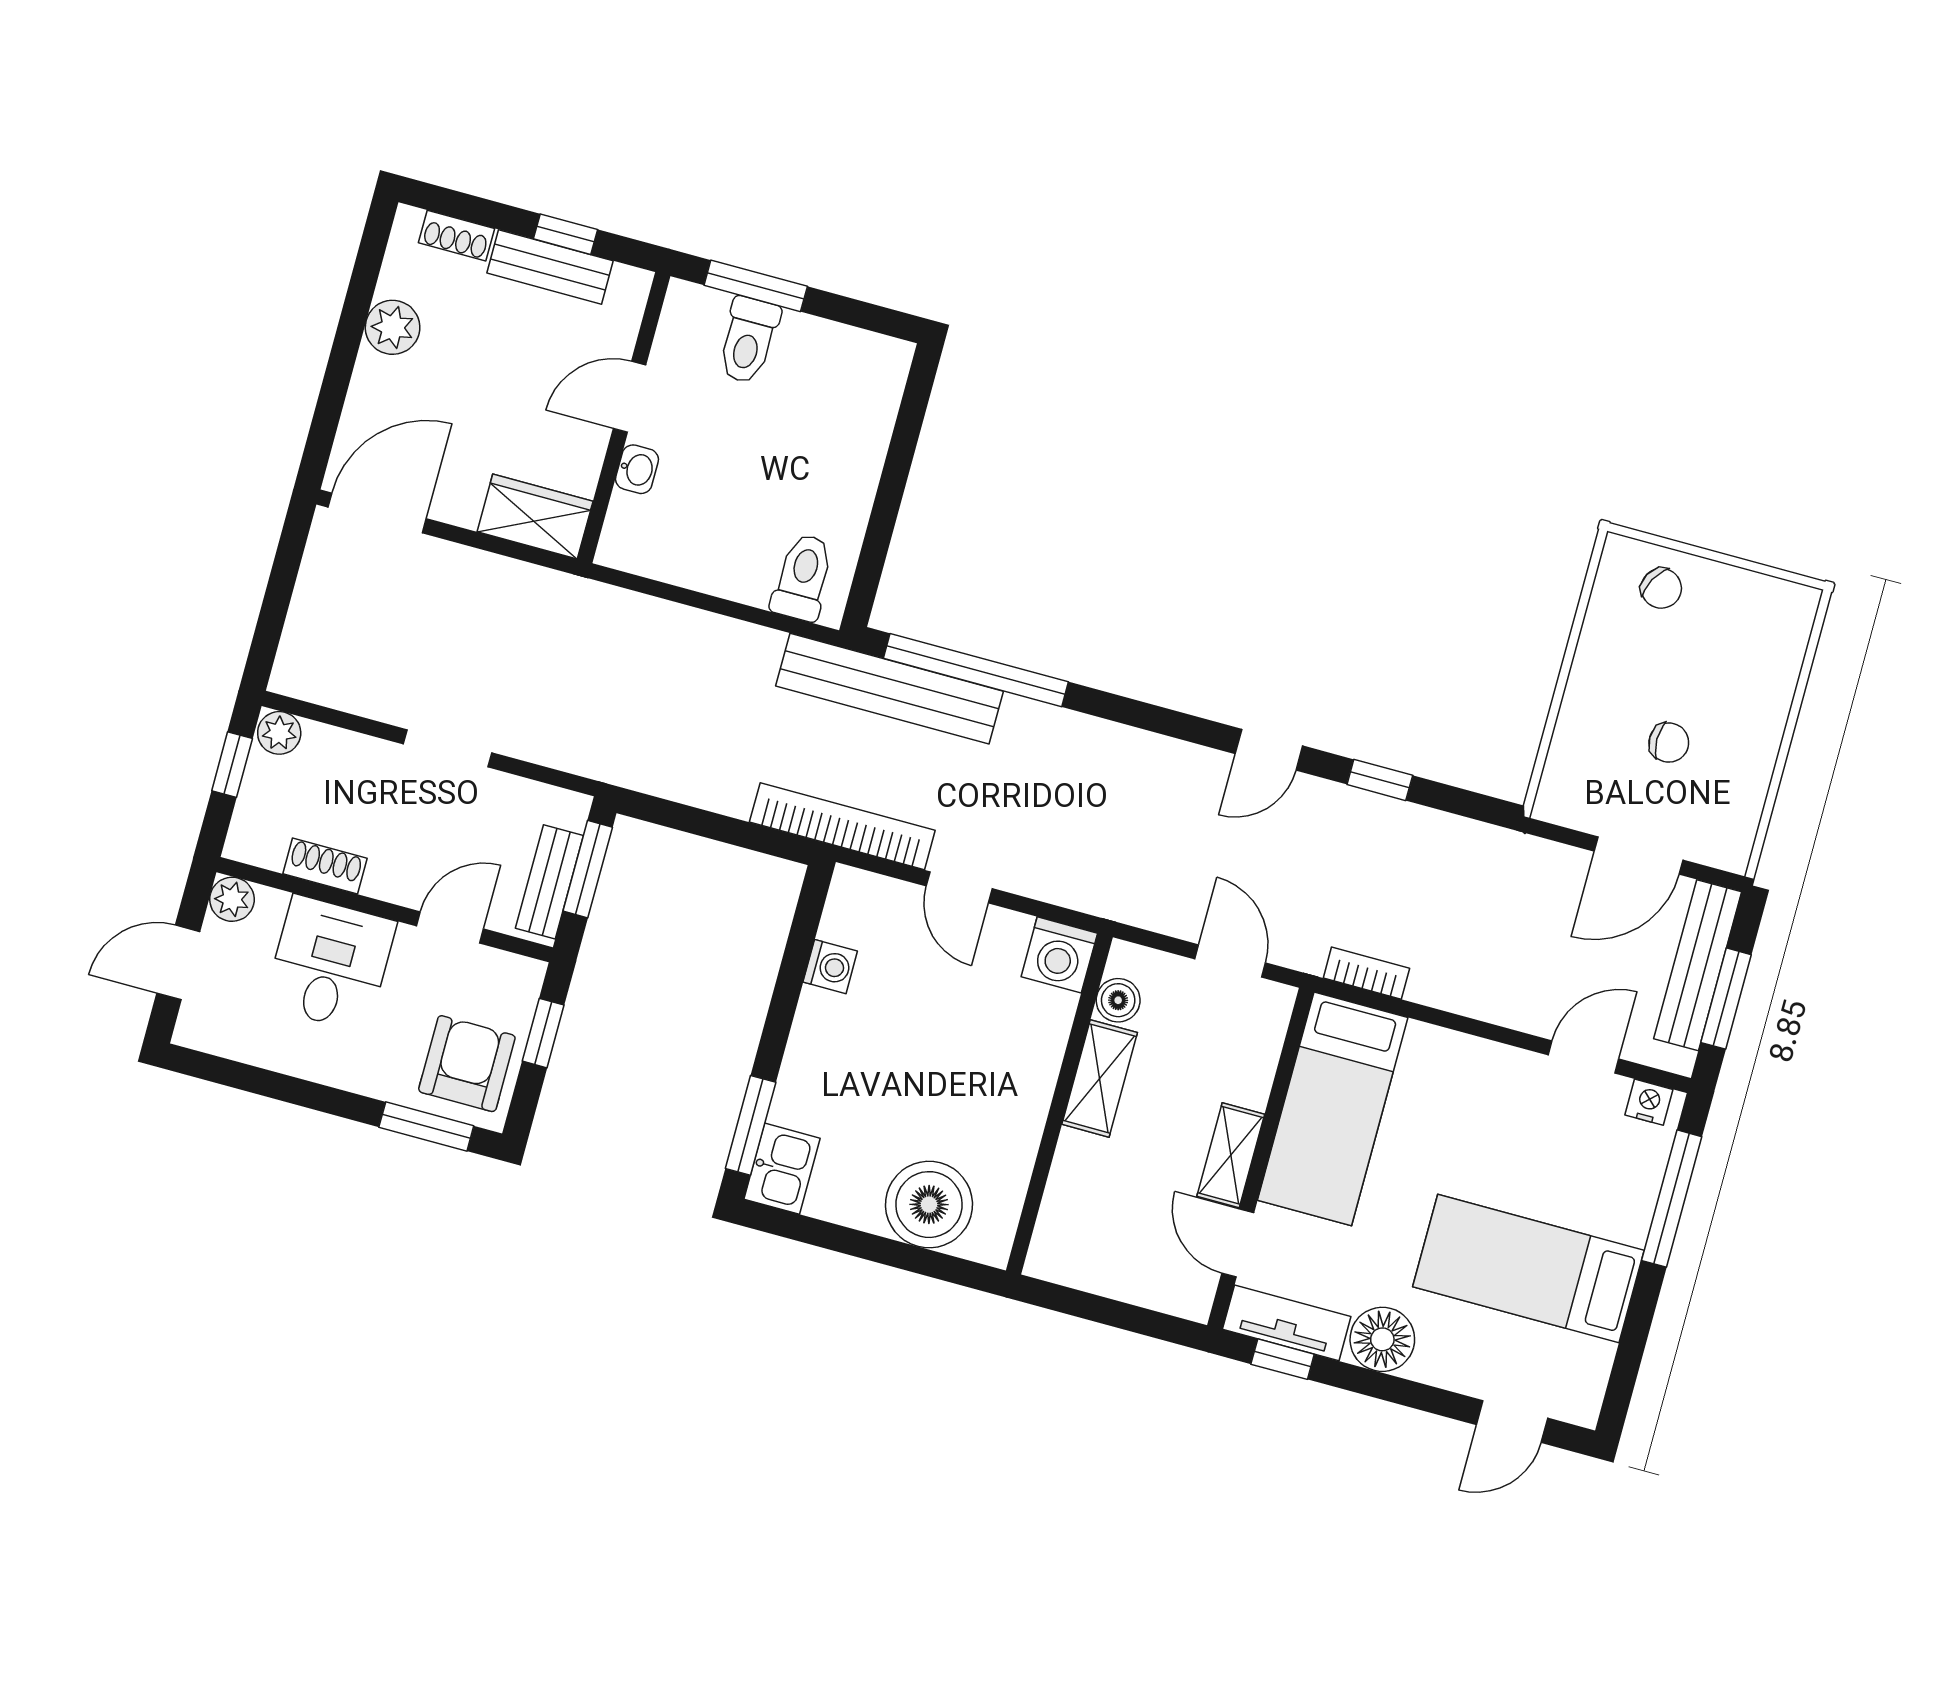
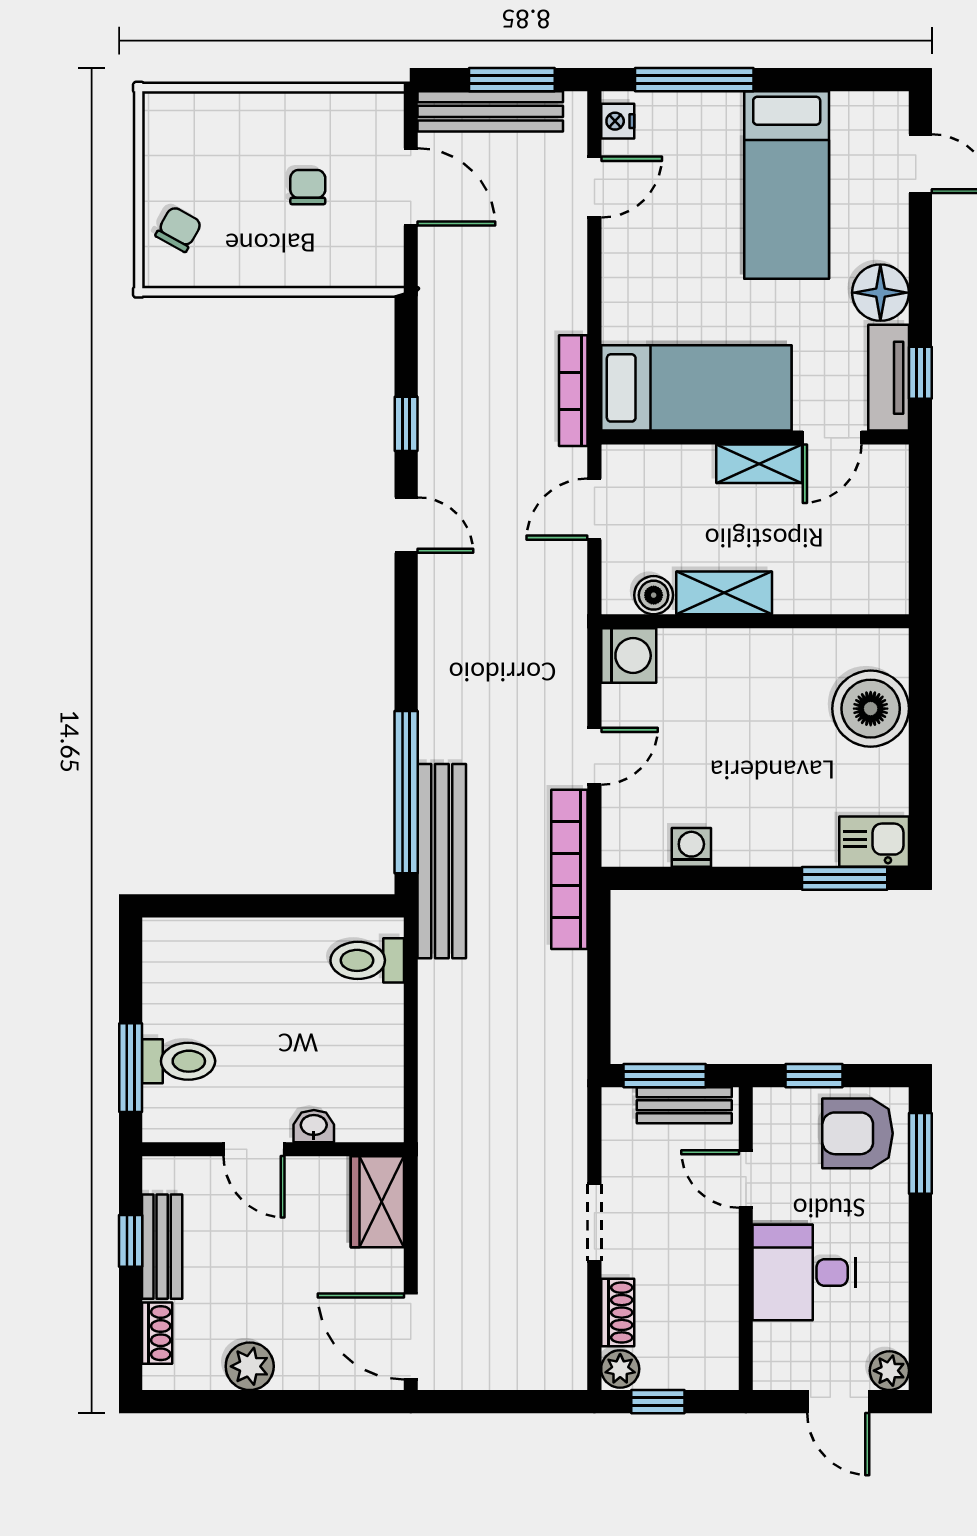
shoe rack: (325, 866) -> (618, 1313), moved, turned 180
plant: (232, 899) -> (889, 1371), moved
bookcase: (1366, 973) -> (573, 391), width x1.56
door: (1583, 1057) -> (594, 187), swing flipped

